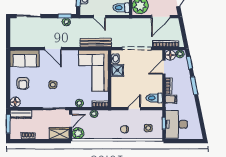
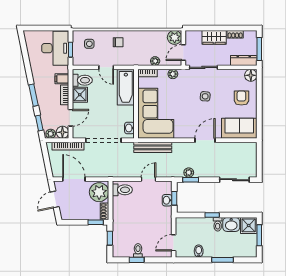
door: (99, 17) -> (148, 179), hinge flipped
door: (161, 17) -> (74, 179), hinge flipped
door: (53, 49) -> (205, 140), hinge flipped
shower: (117, 70) -> (80, 95), moved
bathtub: (118, 92) -> (126, 87), added
door: (134, 109) -> (106, 67), hinge flipped
wardrobe: (59, 133) -> (214, 37), moved

